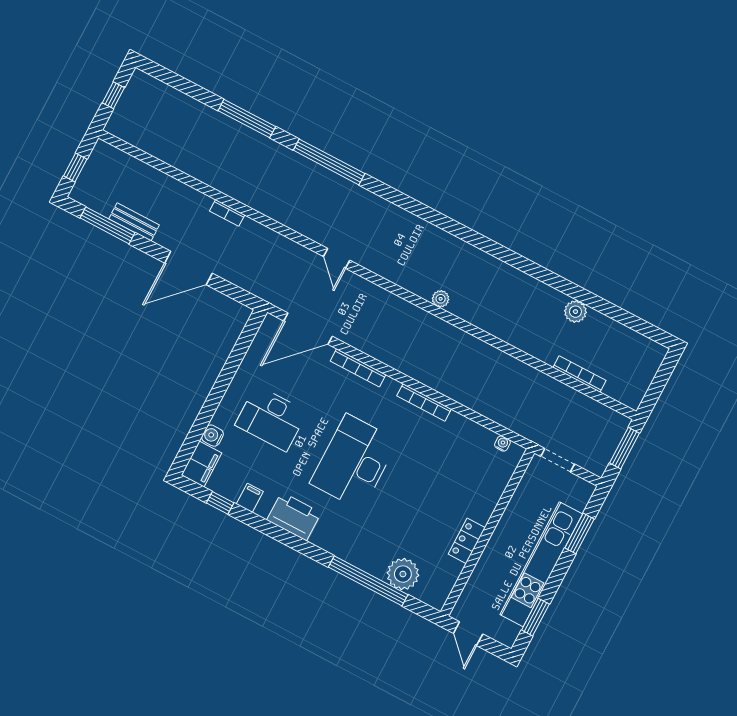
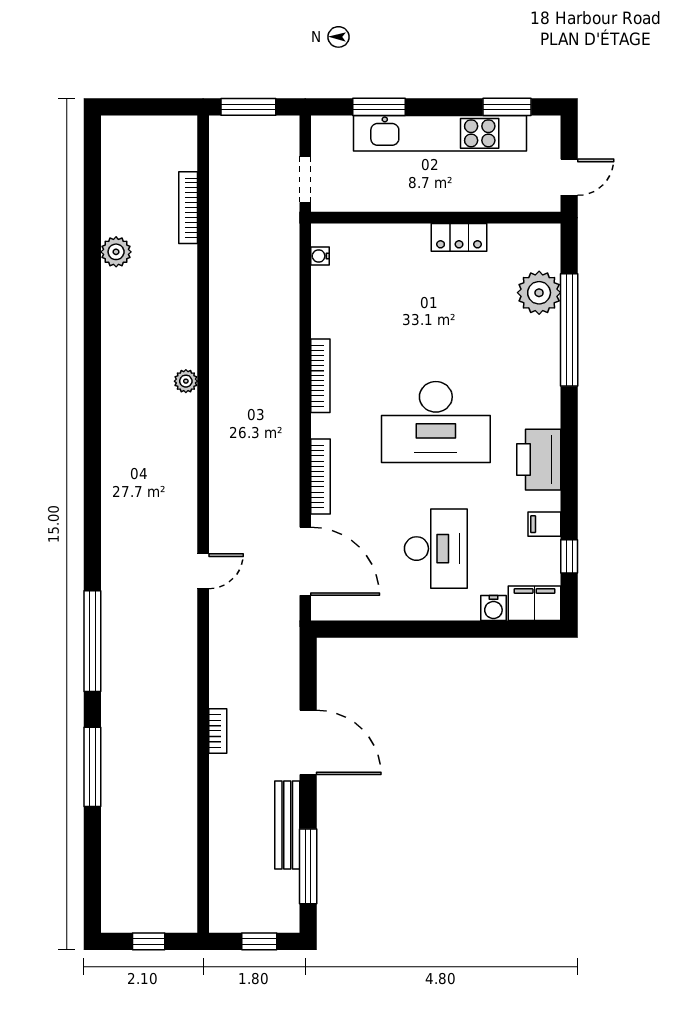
bench: (134, 222) -> (287, 825), width x1.36
plant: (441, 299) -> (186, 381), moved

